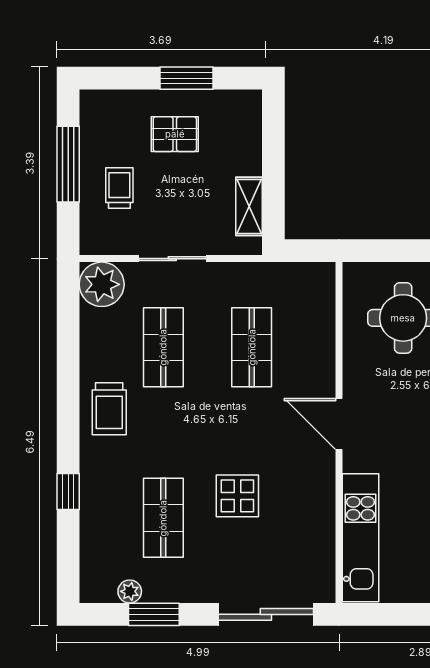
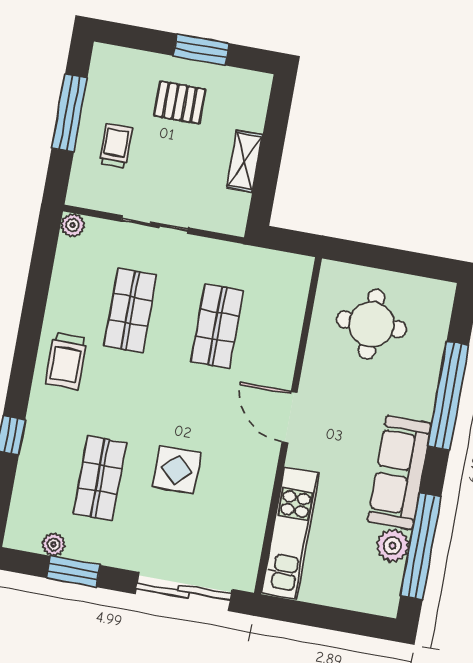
shelving: (249, 206) -> (244, 161), moved
plant: (102, 284) -> (73, 225), width x0.53, depth x0.53

